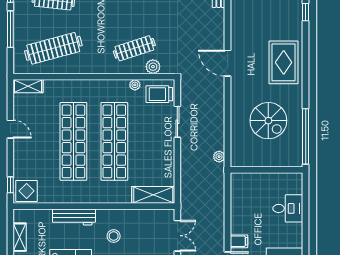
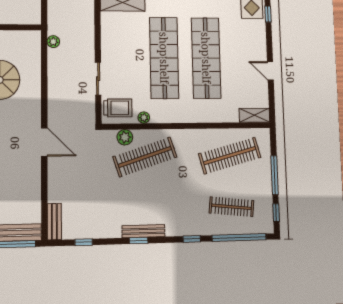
clothes rail: (134, 48) -> (145, 157), width x1.37, depth x1.31

